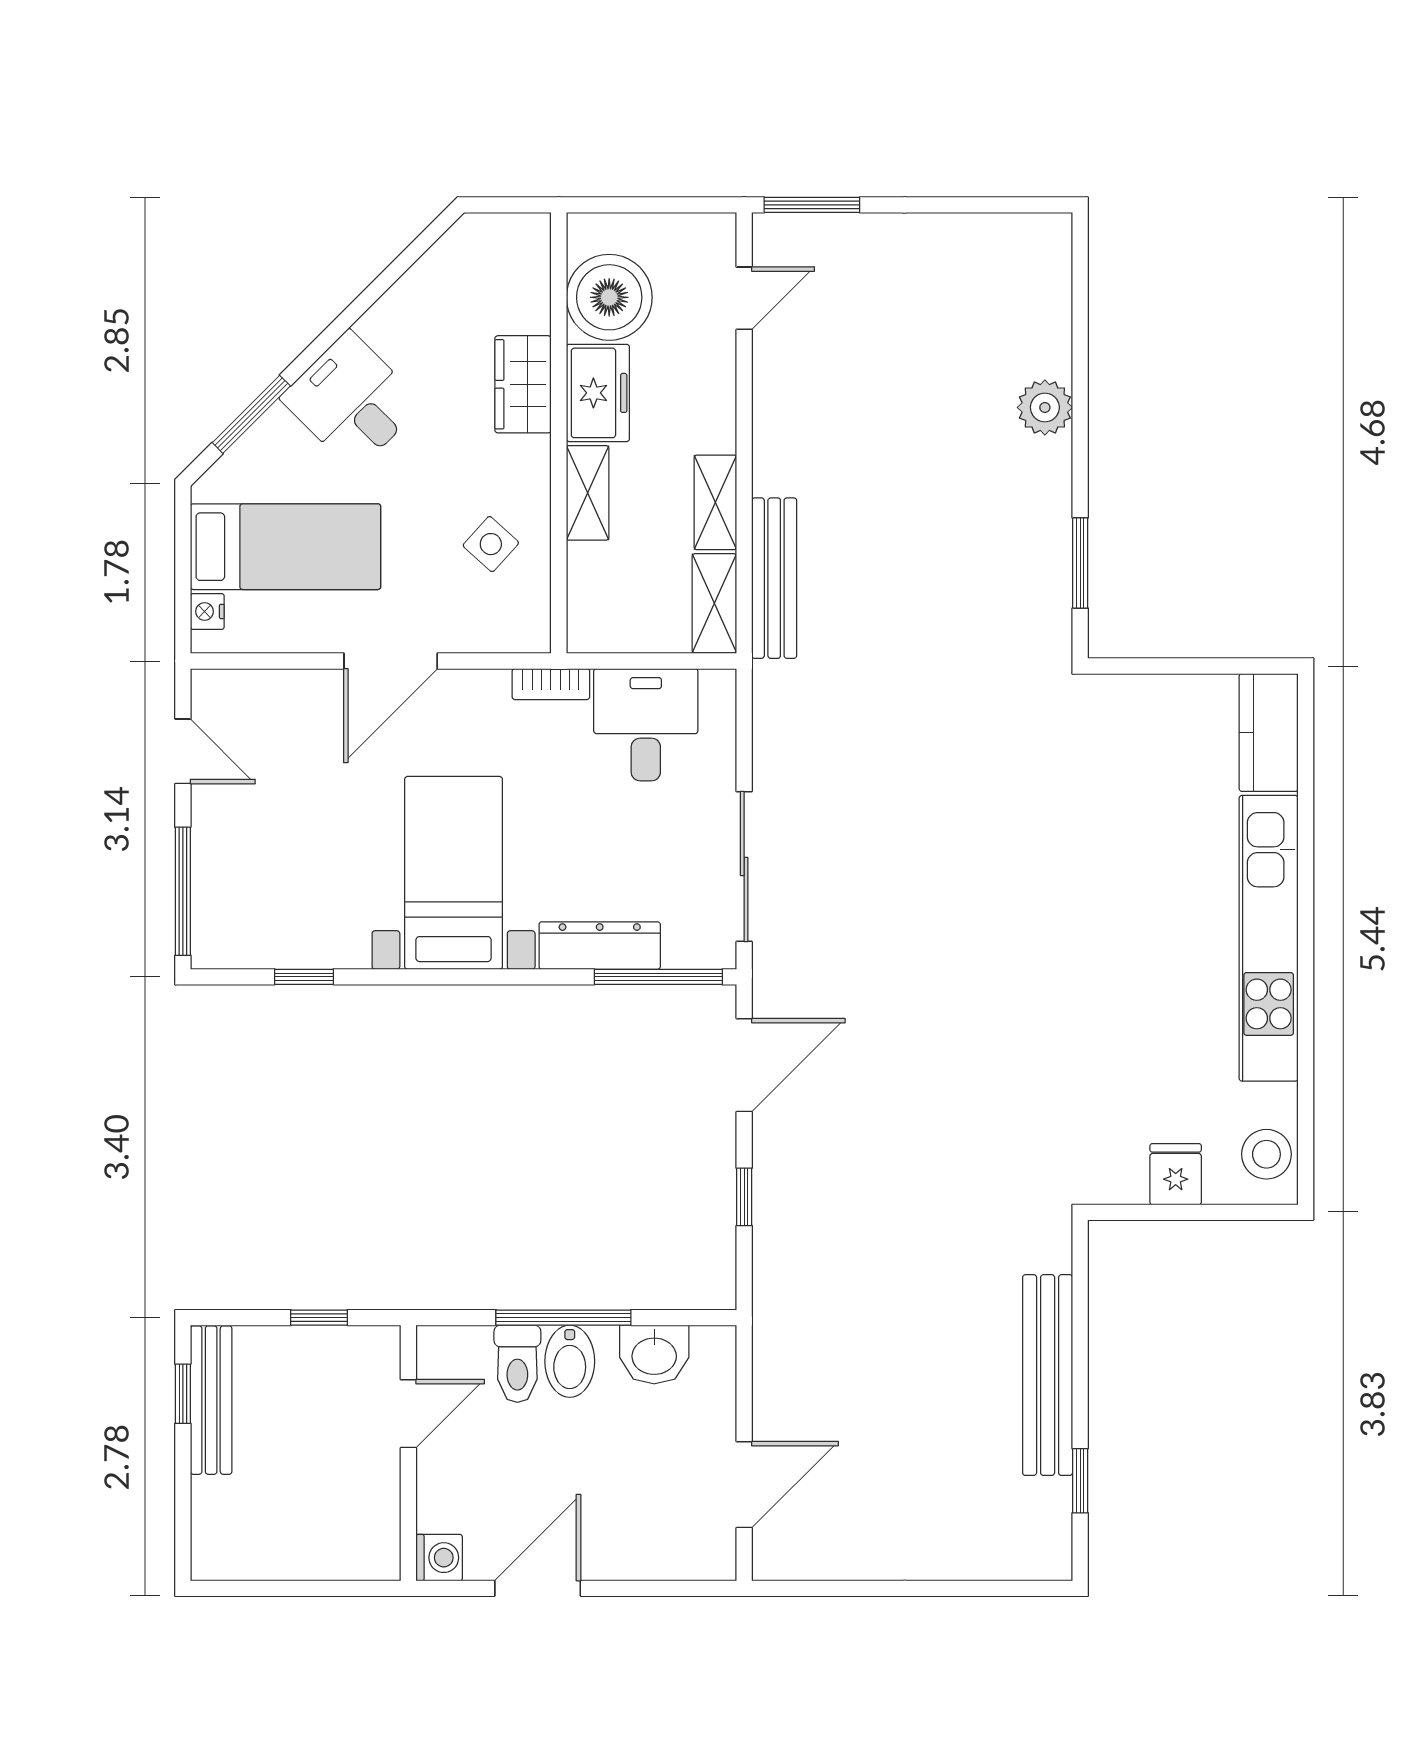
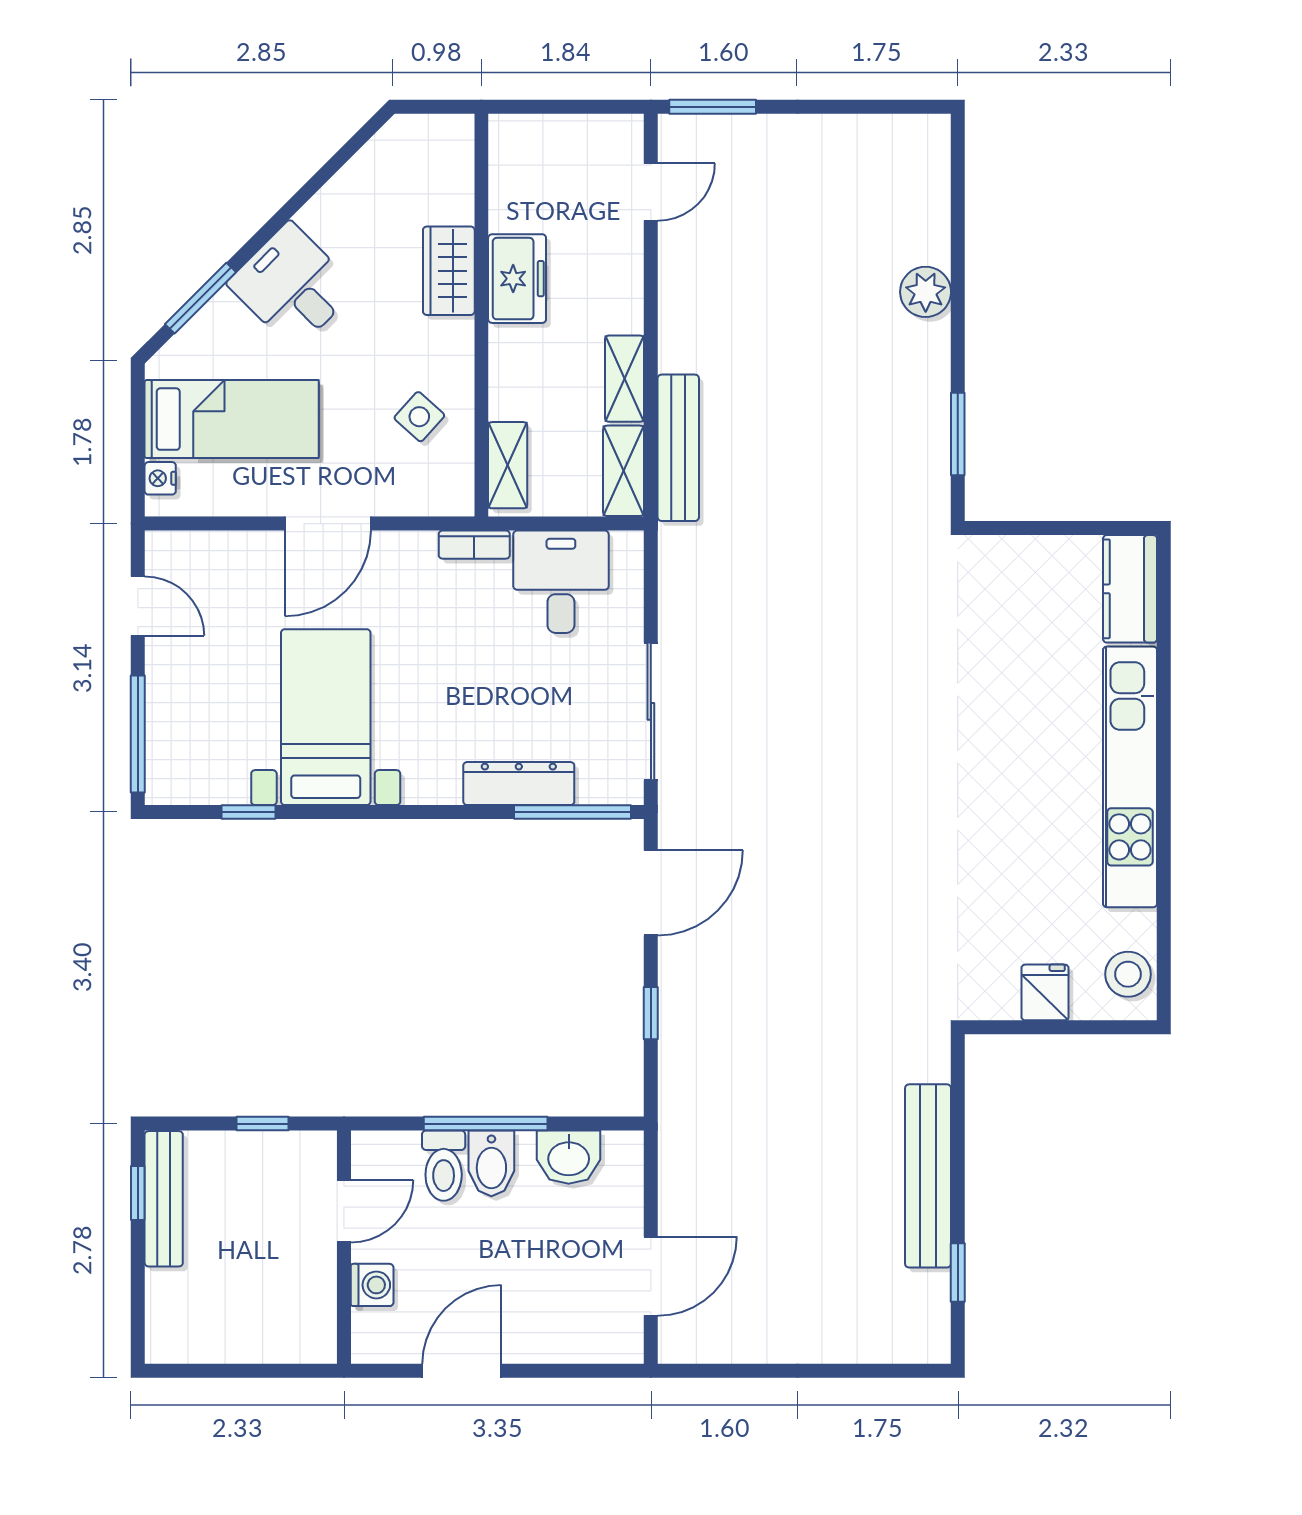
boiler: (609, 297) -> (528, 191), removed
shelving: (588, 493) -> (508, 465), moved
bed with nightstands: (454, 873) -> (326, 717), moved
washing machine: (439, 1558) -> (372, 1285), moved

